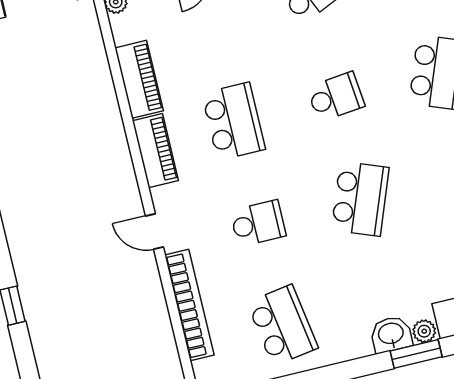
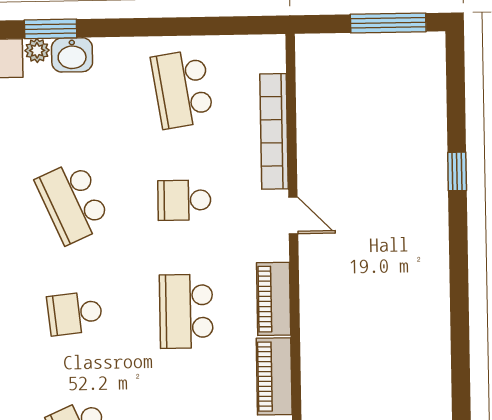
school desk: (360, 199) -> (73, 202), turned -45

